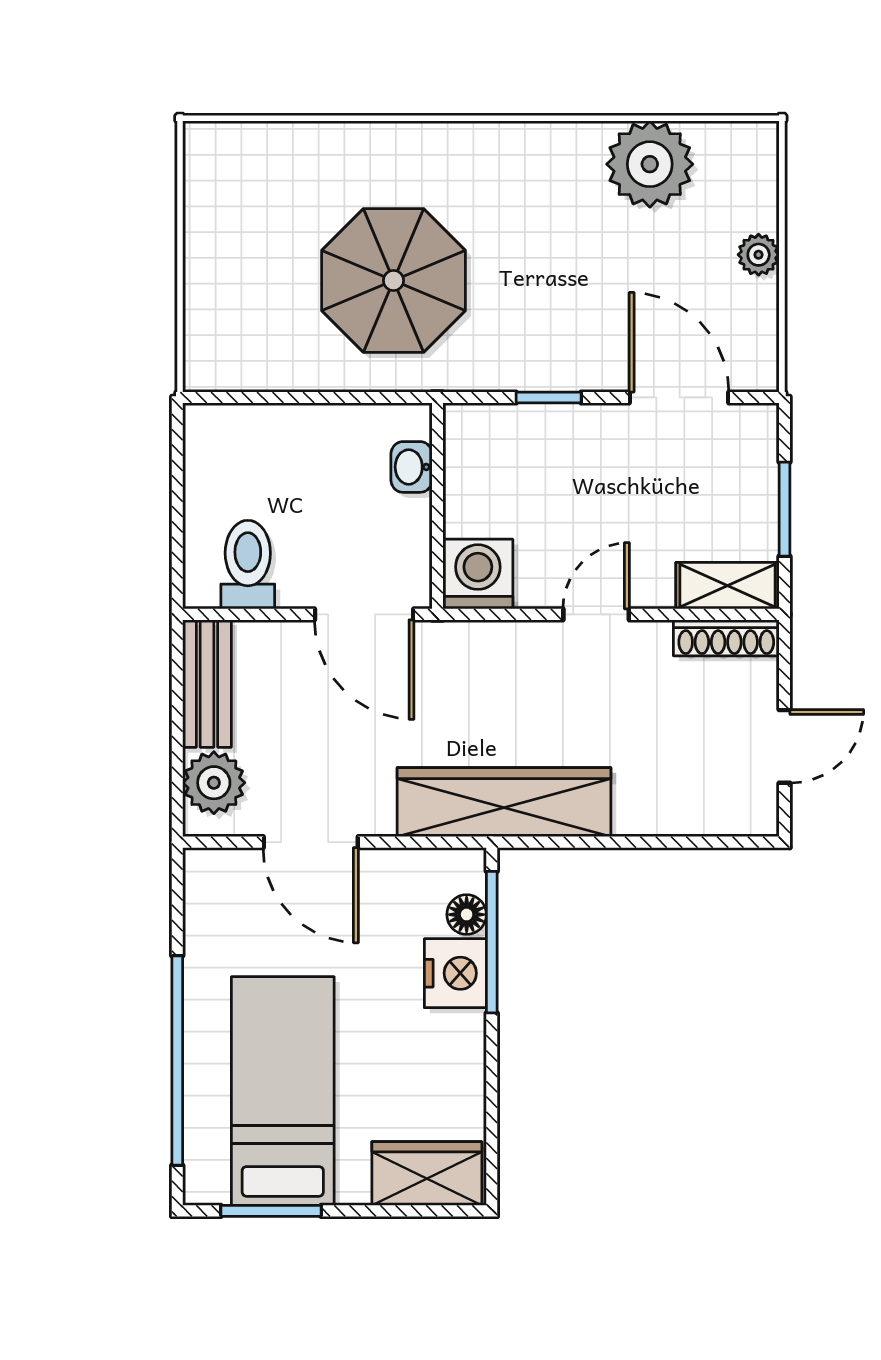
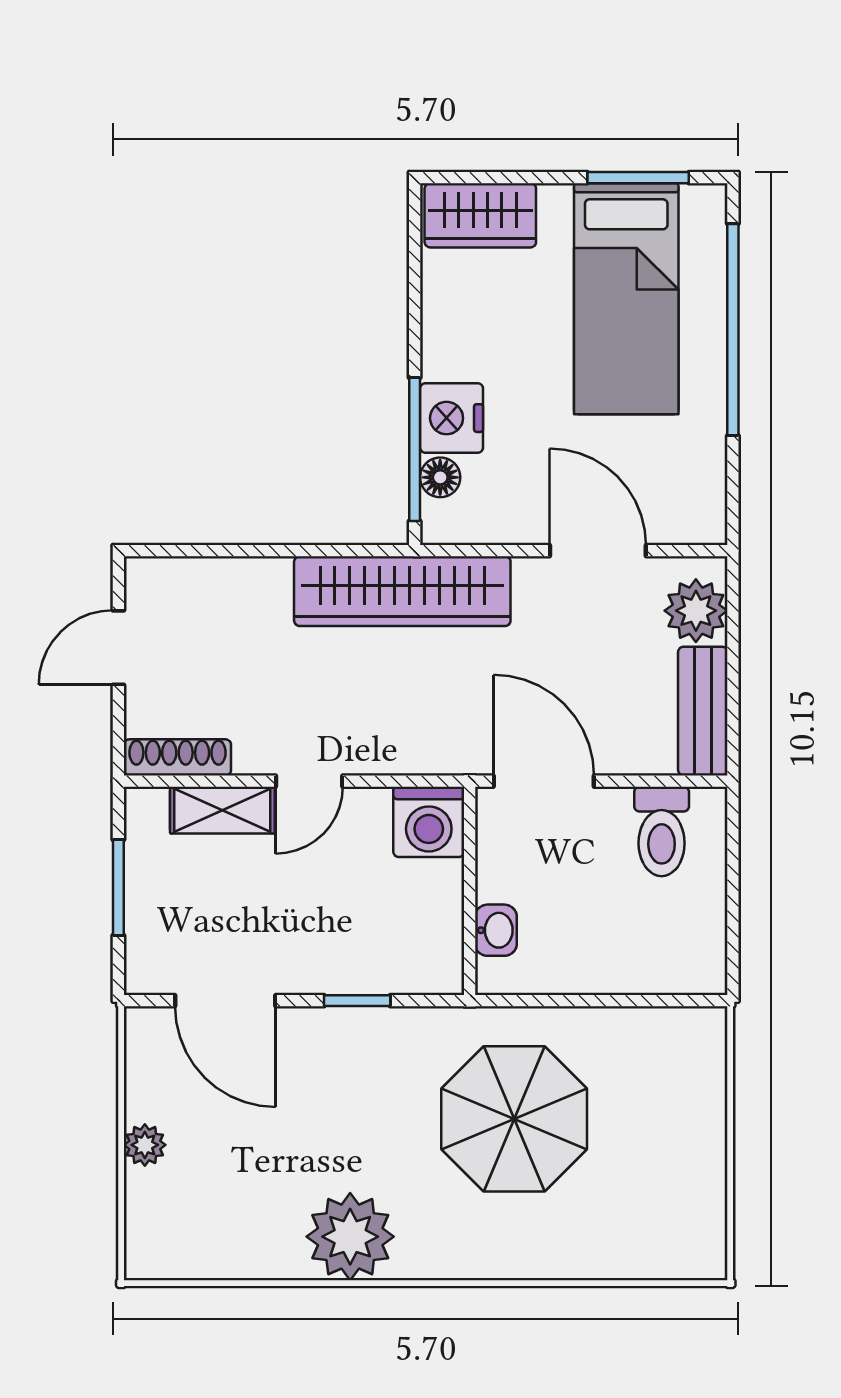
plant: (650, 164) -> (350, 1237), moved
shelving: (728, 586) -> (222, 810), moved

